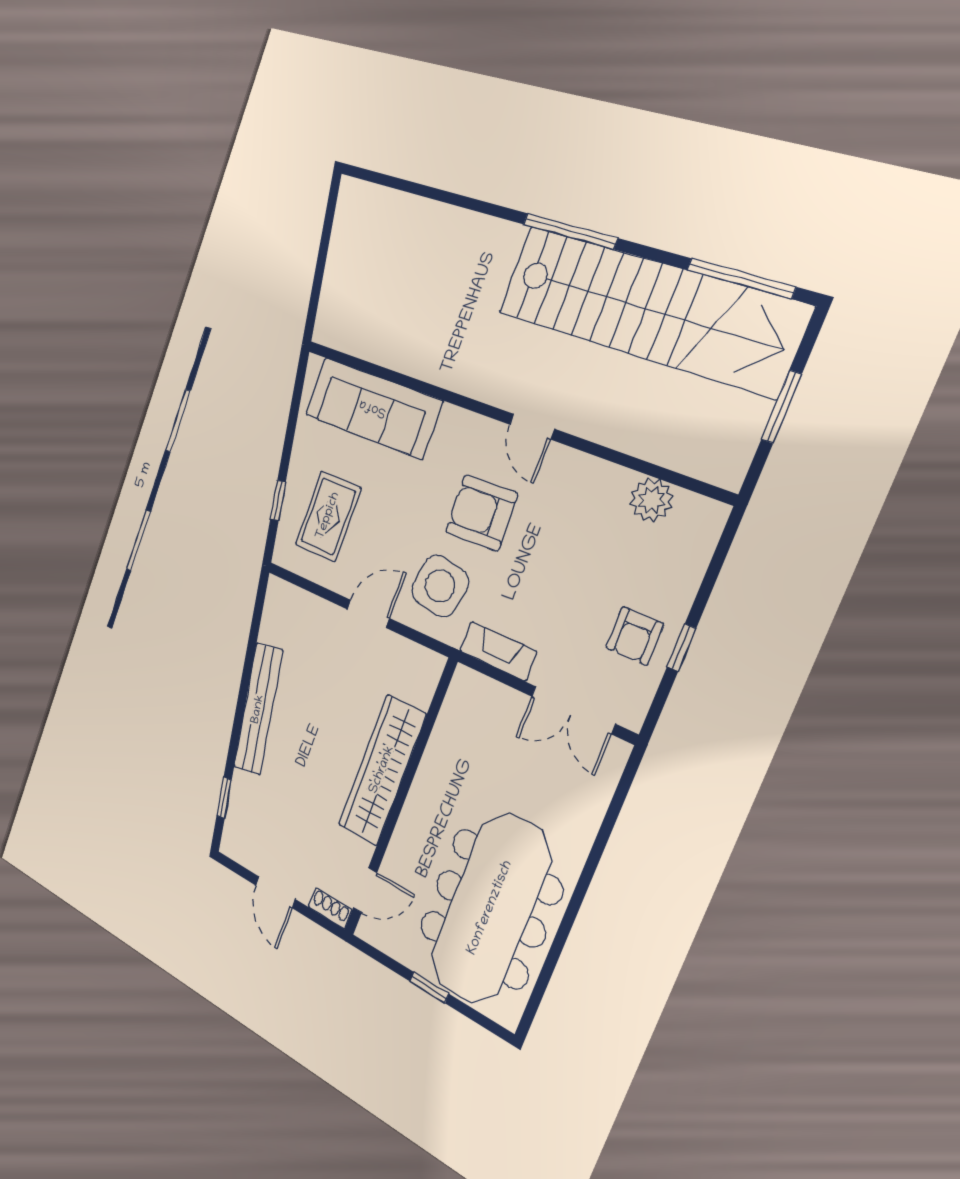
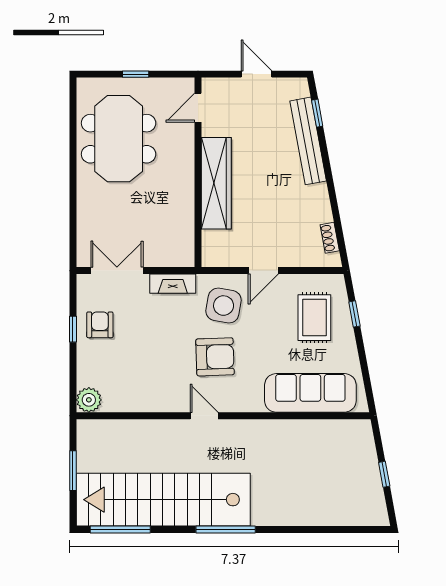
window: (323, 254) -> (384, 474), added
plant: (652, 500) -> (89, 400), moved
bench: (258, 709) -> (308, 141), moved
shoe rack: (330, 908) -> (330, 238), moved, turned 79
meeting table: (490, 908) -> (119, 139), width x0.73

